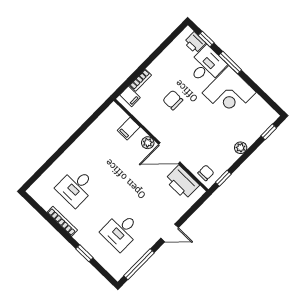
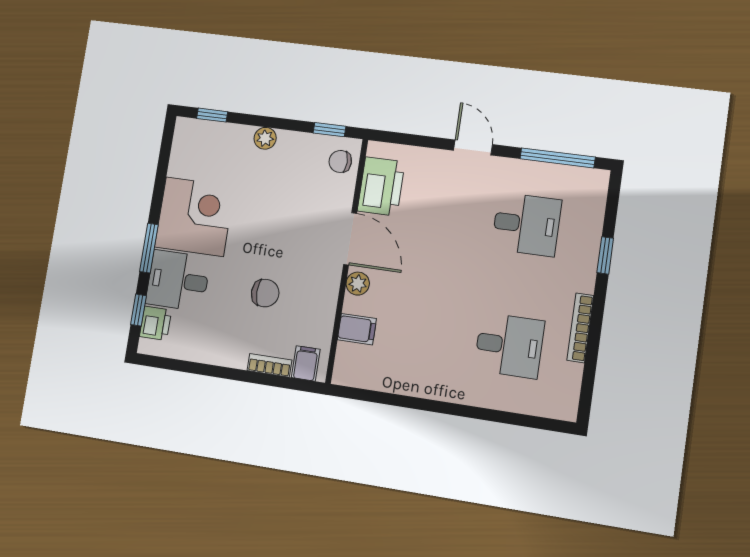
chair: (173, 100) -> (265, 293), turned -90

